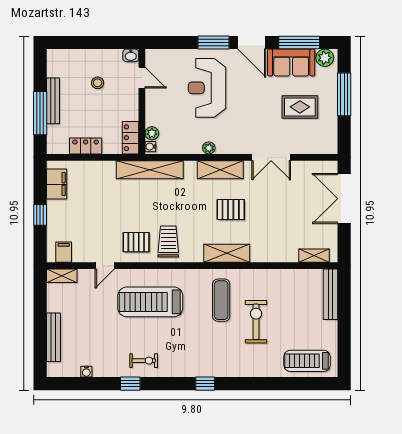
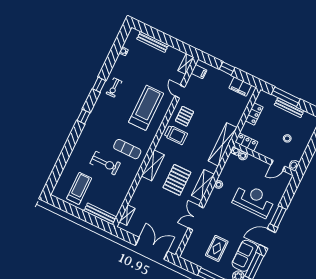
pallet: (231, 210) -> (177, 180), width x1.50, depth x1.42
treadmill: (307, 361) -> (79, 188), moved
window: (130, 384) -> (99, 85), moved

